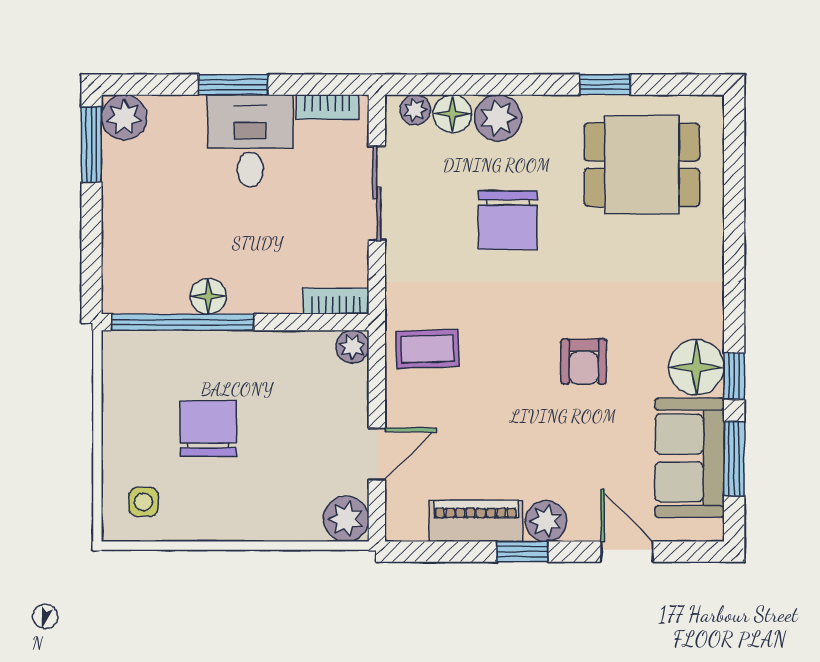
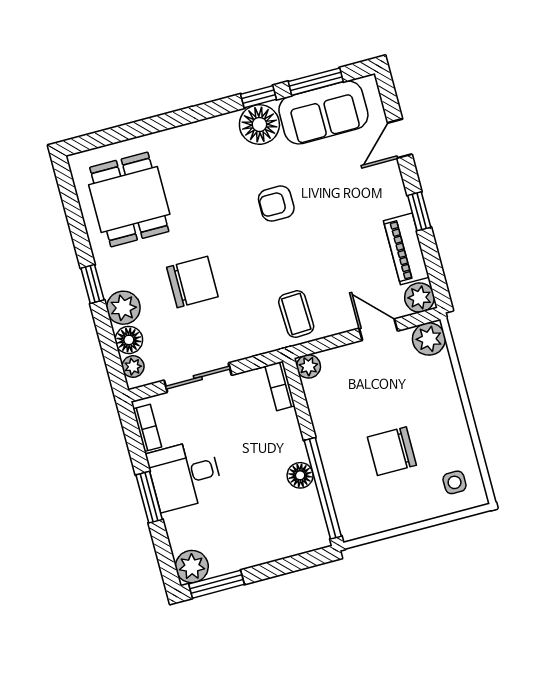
window: (605, 85) -> (92, 284), moved
armchair: (584, 362) -> (276, 204), turned 180
plant: (546, 521) -> (419, 298), moved

